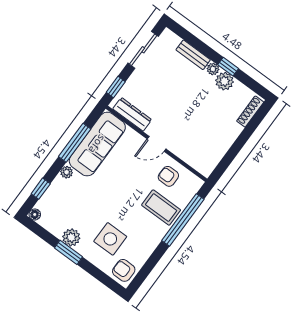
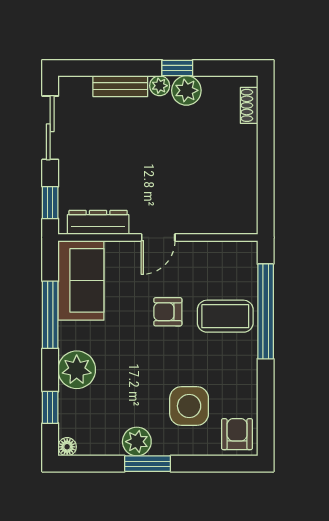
shoe rack: (250, 112) -> (249, 105), width x0.70
sofa: (97, 144) -> (81, 280), width x0.73
plant: (67, 172) -> (77, 370), width x1.87, depth x1.87
armchair: (168, 176) -> (168, 312), moved
armchair: (124, 270) -> (237, 434), turned 90

